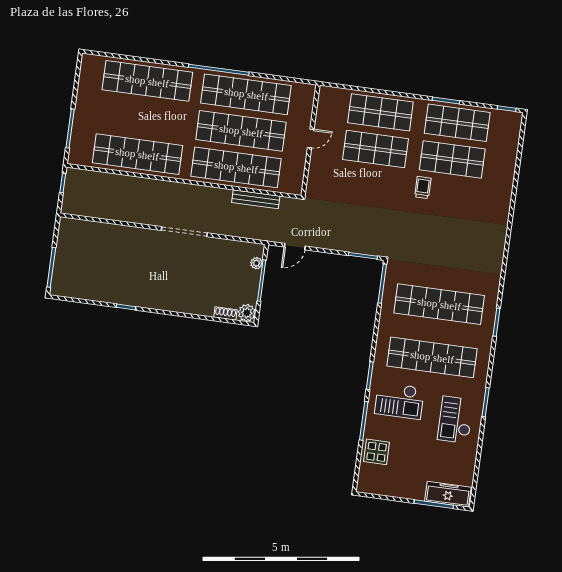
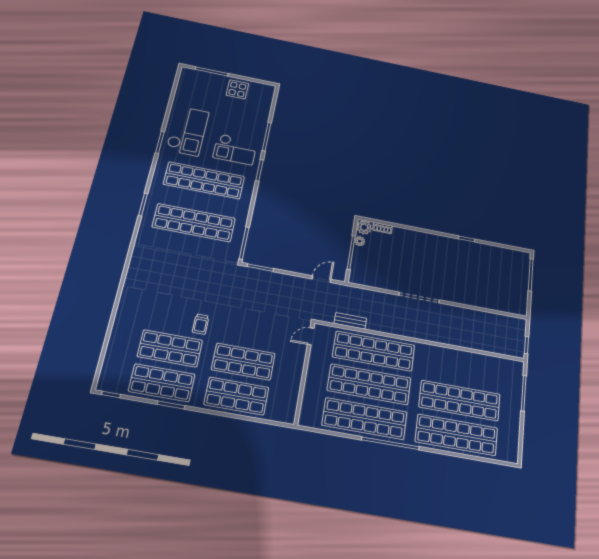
door: (311, 138) -> (311, 336), moved
shop shelf: (137, 154) -> (460, 401), moved
bench: (256, 199) -> (350, 321), width x0.73
plant: (256, 263) -> (360, 241), moved
checkout: (399, 401) -> (235, 149), turned 180
checkout: (455, 420) -> (188, 131), width x1.36, depth x1.21
display table: (377, 452) -> (237, 89), moved
freezer: (448, 494) -> (199, 77), removed

